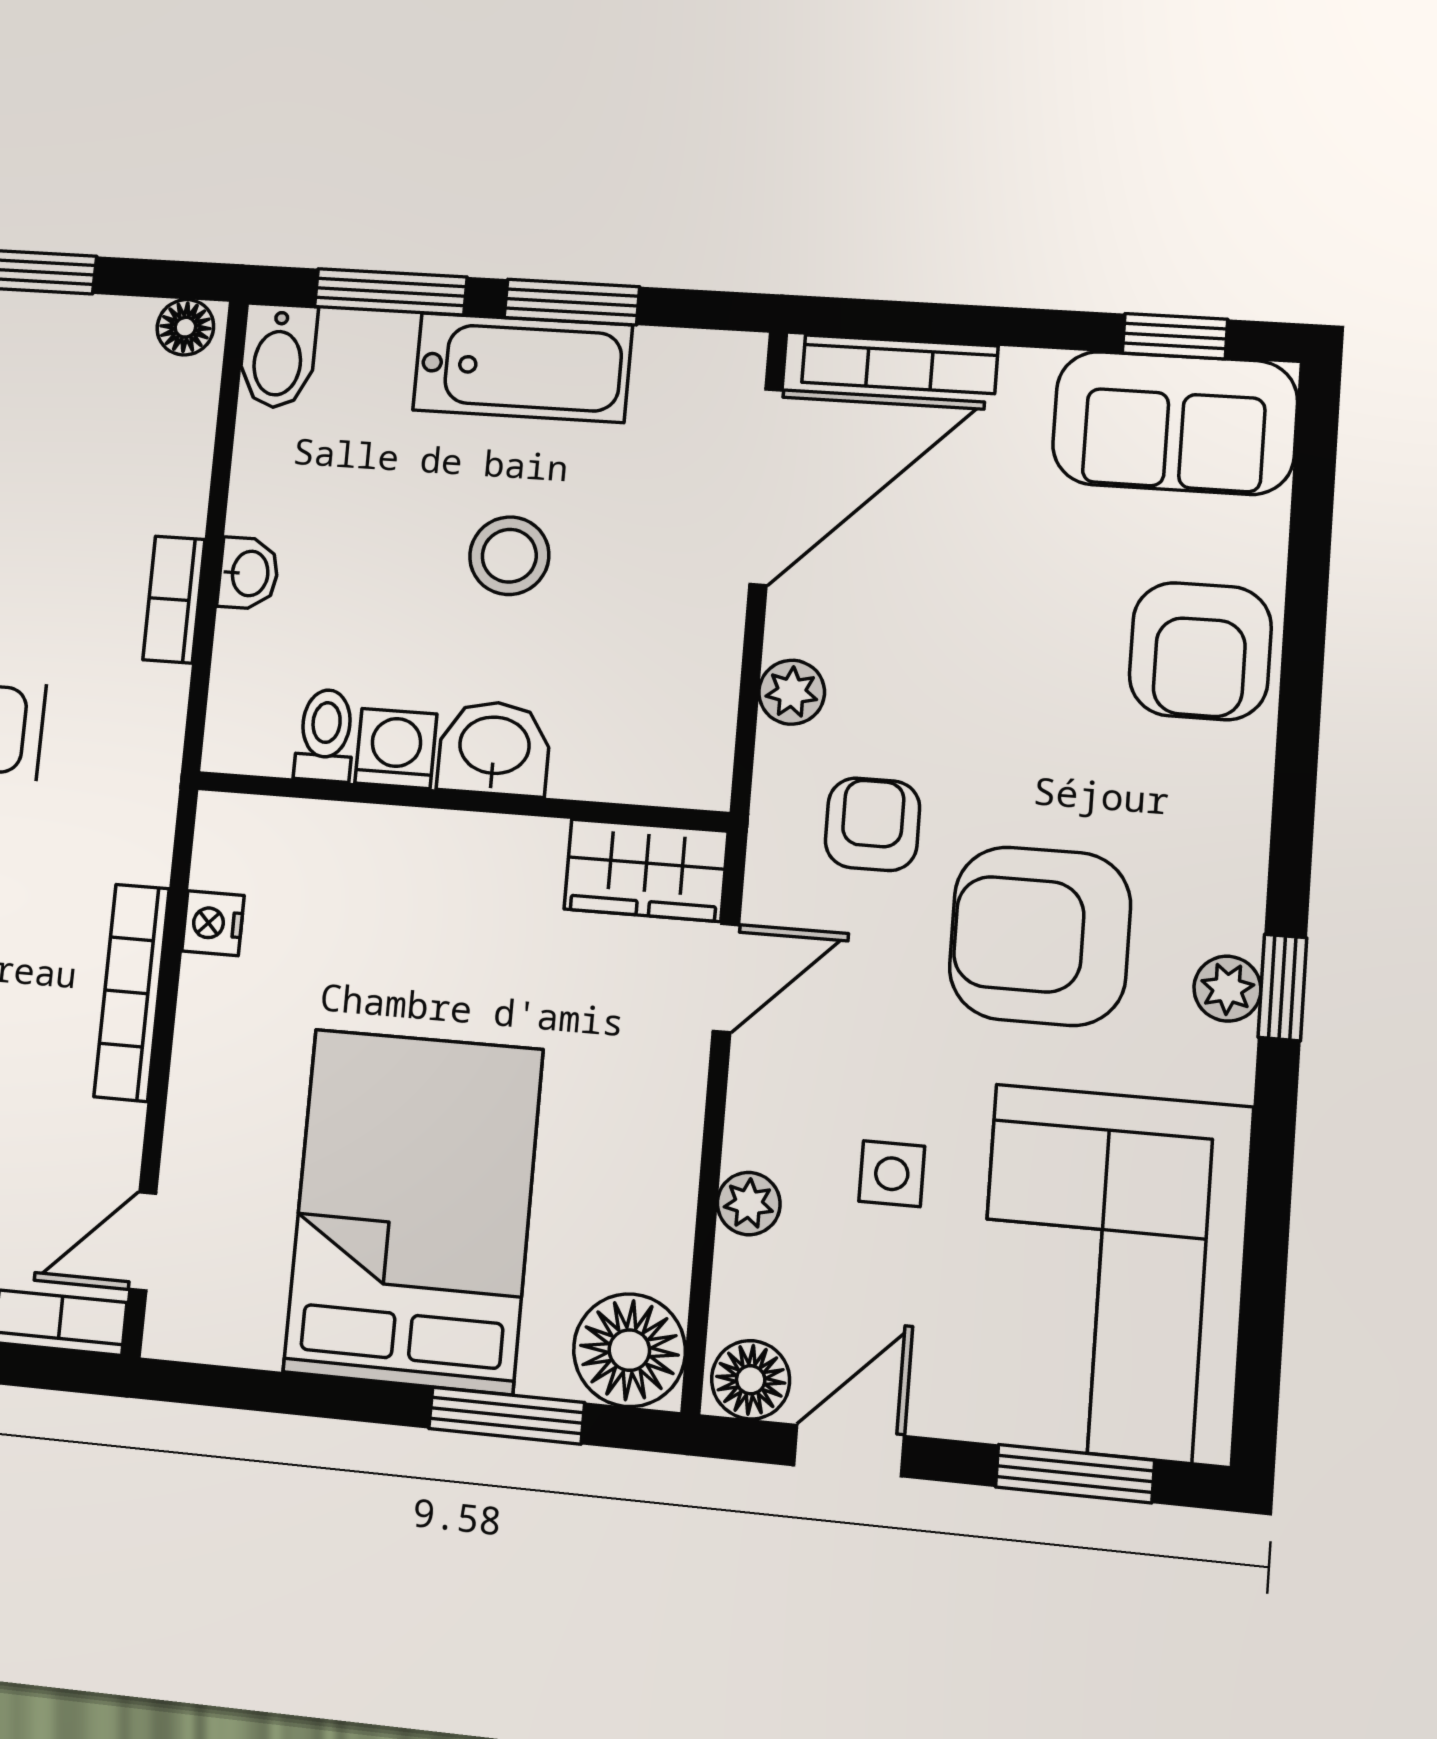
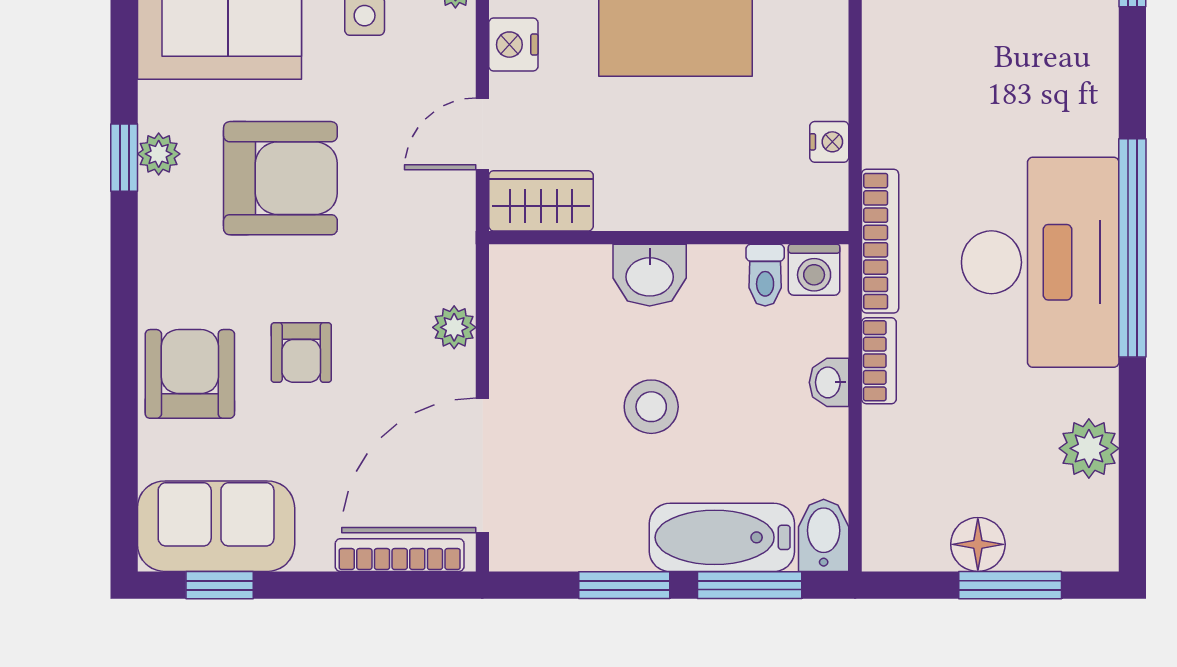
floor lamp: (185, 327) -> (978, 544), moved, width x1.37, depth x1.37
bathtub: (522, 368) -> (722, 537), moved
washing machine: (396, 749) -> (814, 270), moved
armchair: (872, 824) -> (301, 353), moved
bookcase: (132, 993) -> (880, 241), moved
nightstand: (668, 1109) -> (513, 45), added

